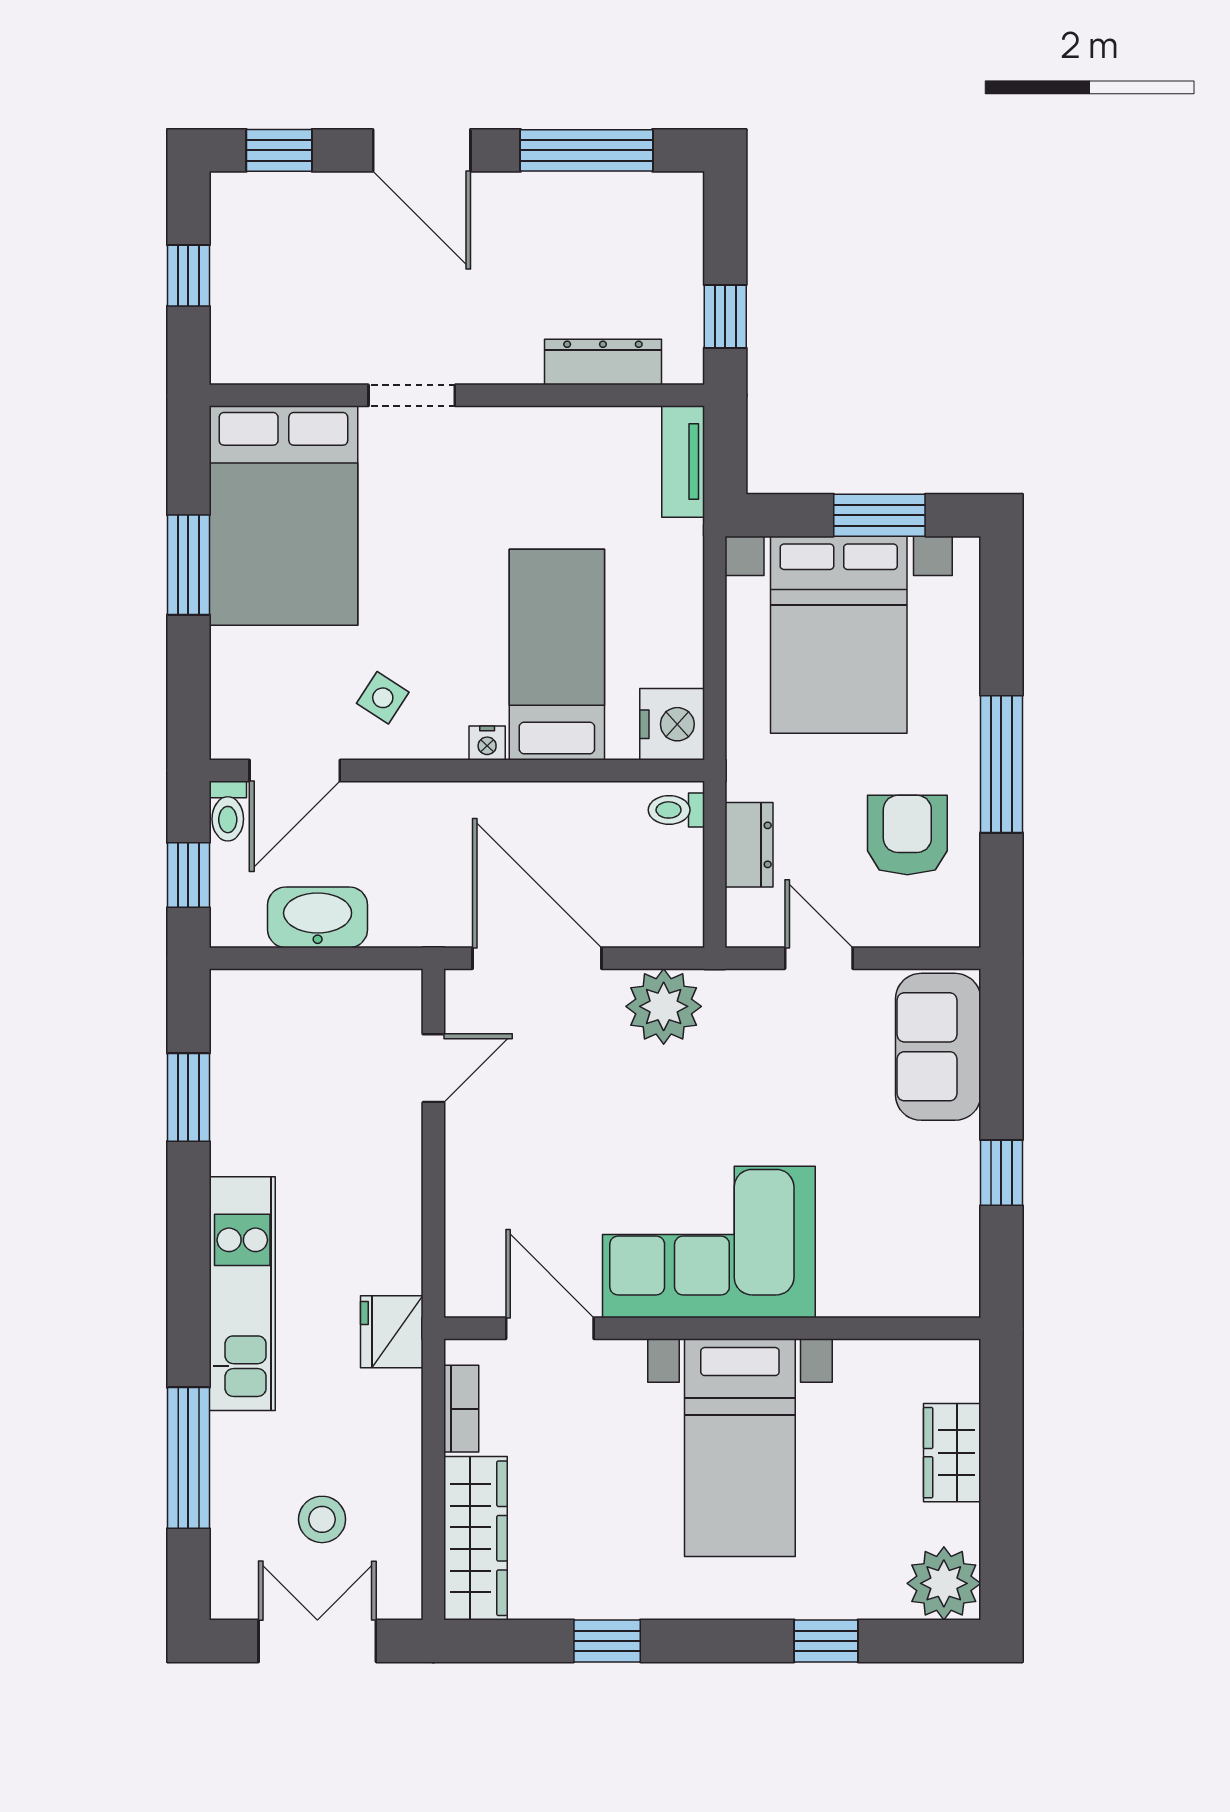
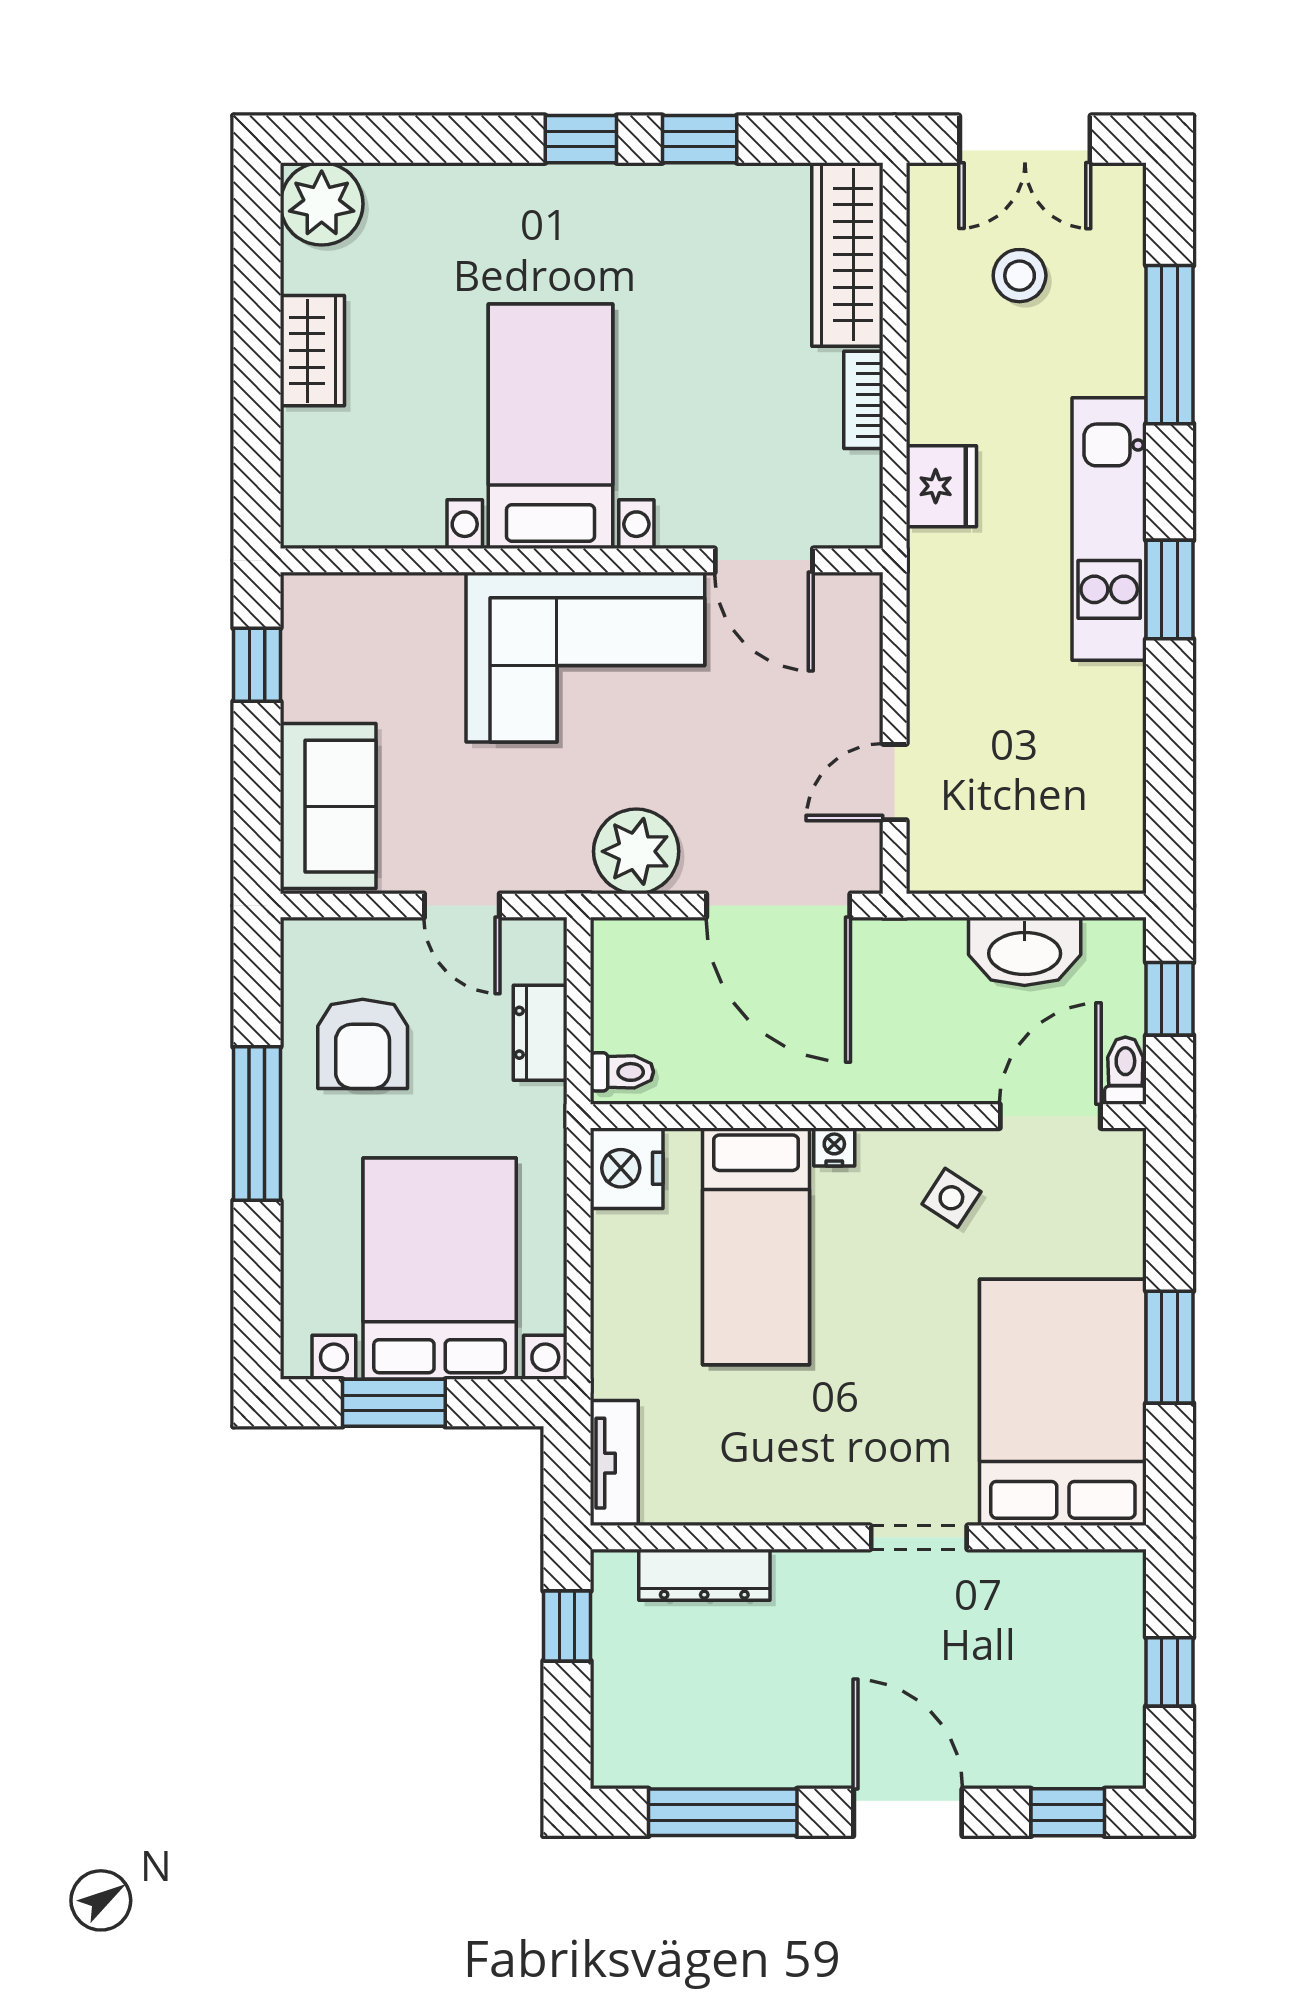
window: (188, 1097) -> (1170, 590), moved
corner sofa: (709, 1242) -> (585, 657), moved
door: (550, 1328) -> (764, 560), moved
wall: (712, 1328) -> (582, 560), moved
bed with nightstands: (740, 1448) -> (551, 426), moved
window: (826, 1641) -> (581, 139), moved

